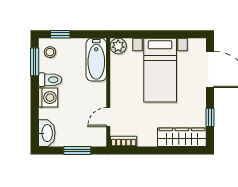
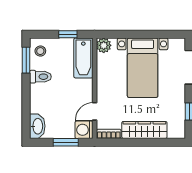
window: (60, 34) -> (68, 34), moved
washing machine: (48, 98) -> (84, 130), moved, turned 180
wardrobe: (182, 137) -> (144, 130), moved

